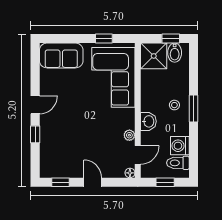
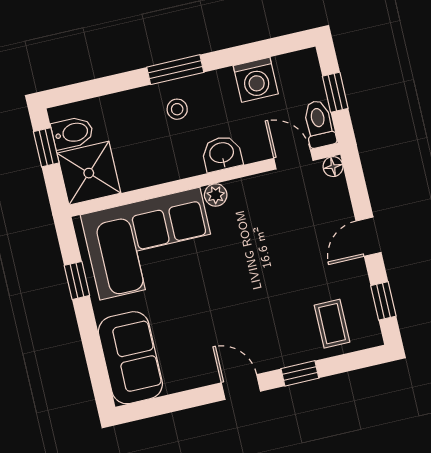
plant: (129, 135) -> (216, 195), moved
coffee table: (55, 155) -> (332, 324), added
toilet: (178, 163) -> (319, 124), moved, turned 180

